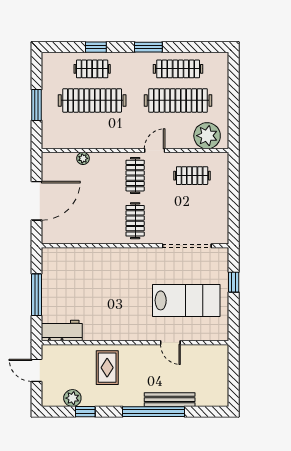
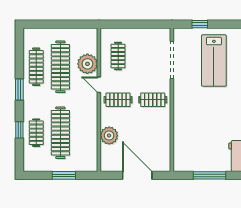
plant: (207, 136) -> (87, 64), moved
plant: (83, 158) -> (109, 136), width x1.87, depth x1.87
lab bench: (186, 300) -> (214, 60), turned 180

